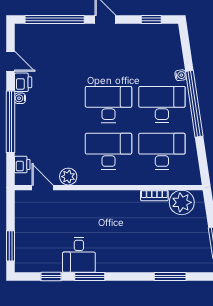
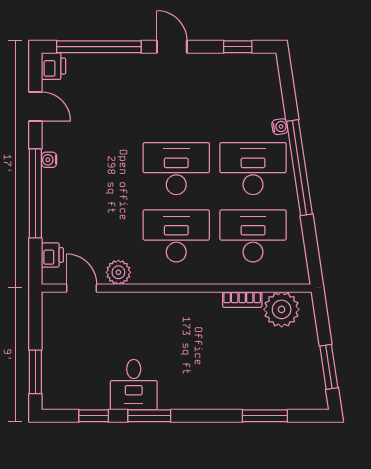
printer: (23, 82) -> (53, 66), moved

